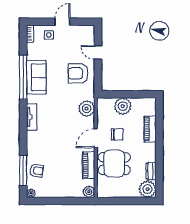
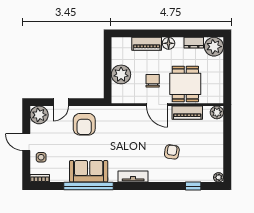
plant: (87, 109) -> (39, 115), moved
floor lamp: (150, 149) -> (169, 43), added
window: (23, 171) -> (193, 186), width x0.46
armchair: (37, 171) -> (172, 152), moved

